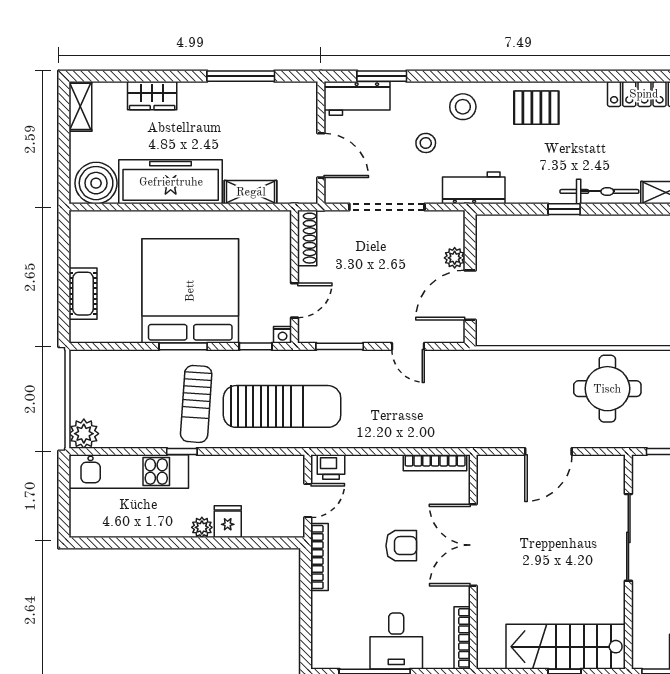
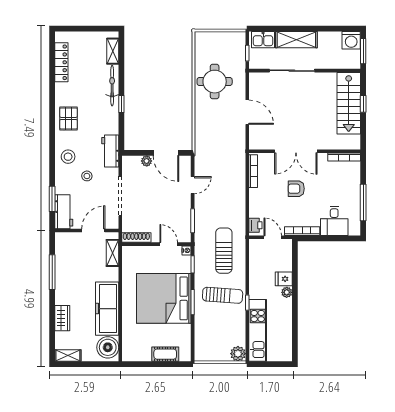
shelving: (251, 192) -> (112, 253), moved
sun lounger: (282, 406) -> (224, 251), width x0.73, depth x0.75
armchair: (401, 546) -> (296, 189), turned -90
desk: (396, 641) -> (334, 221), moved, turned 90

